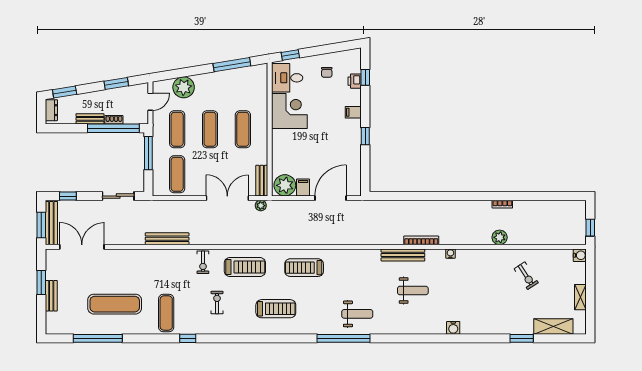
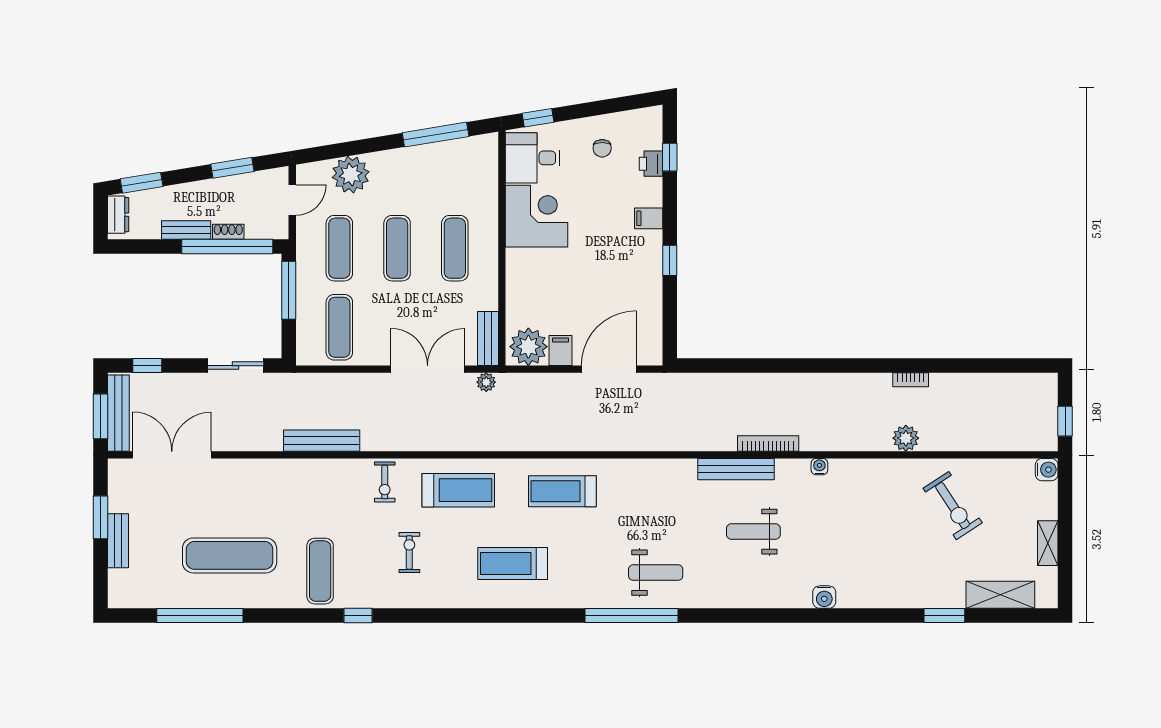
exercise bike: (526, 276) -> (953, 506), width x1.38, depth x1.39
weight bench: (413, 291) -> (753, 532), turned 180
treadmill: (276, 309) -> (513, 563), turned 180

